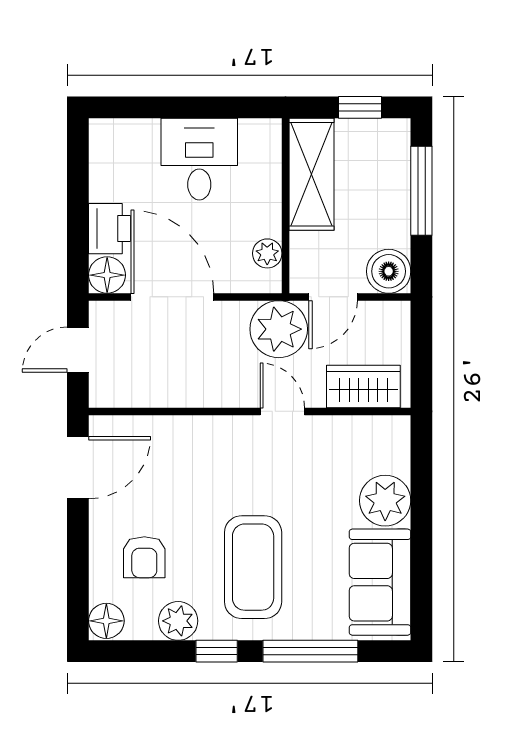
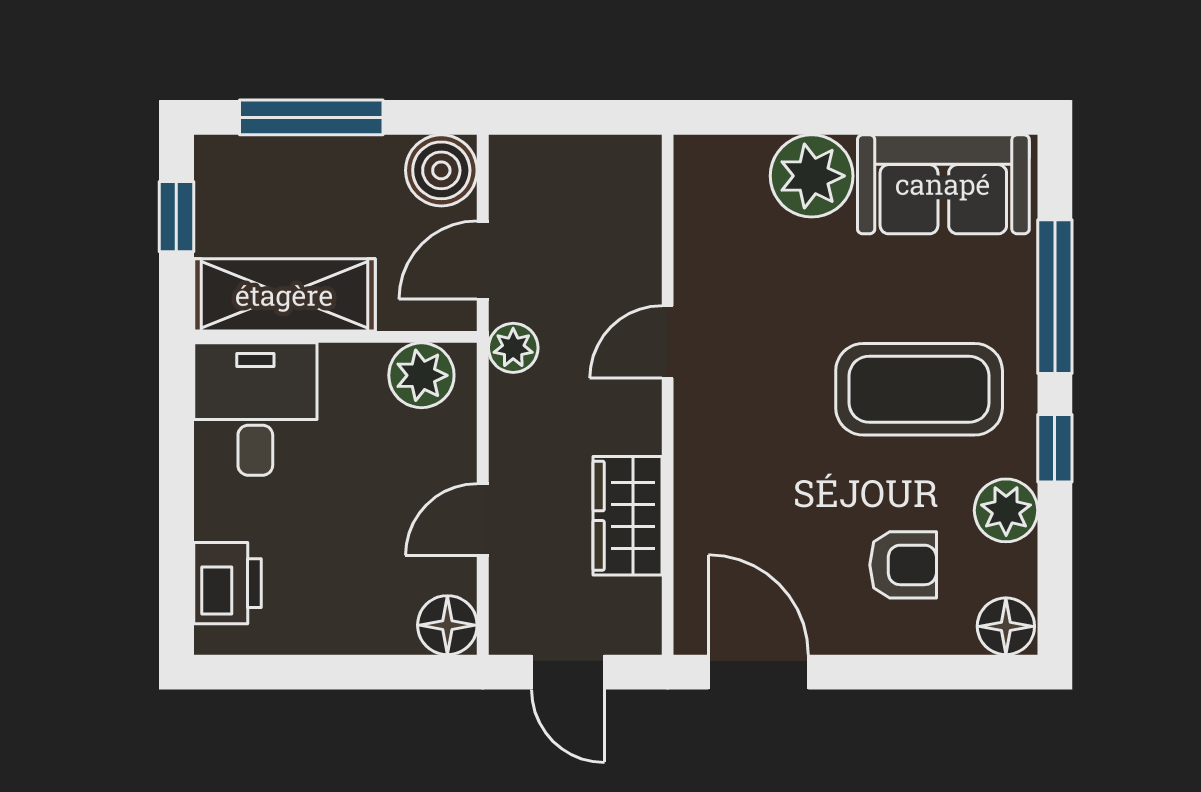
desk: (199, 159) -> (255, 409), moved, turned 90
printer: (110, 229) -> (228, 583), moved, turned 90
plant: (267, 253) -> (421, 375), width x1.38, depth x1.38
door: (172, 297) -> (483, 520), width x0.53
door: (333, 297) -> (483, 260), swing flipped
plant: (279, 329) -> (513, 348), width x0.53, depth x0.53
wardrobe: (363, 387) -> (627, 516), moved

